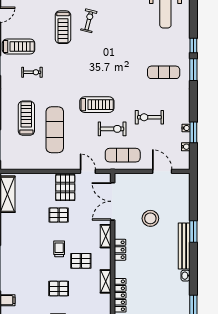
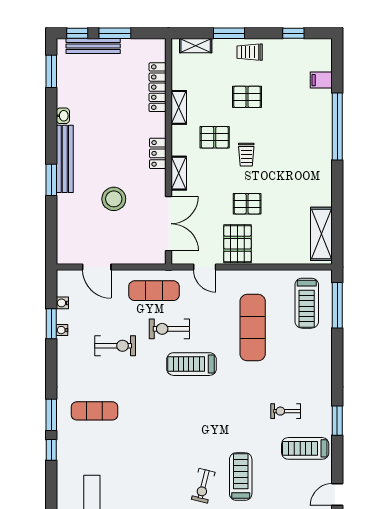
treadmill: (26, 118) -> (307, 303), moved

